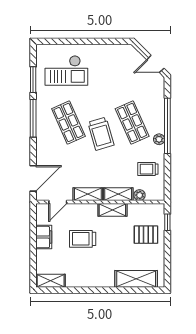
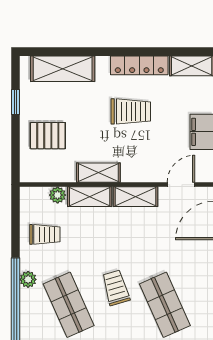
trolley: (101, 134) -> (116, 288), width x0.73, depth x0.72
window: (167, 222) -> (16, 102), moved
trolley: (83, 239) -> (131, 111), moved
locker: (85, 281) -> (139, 65), added

